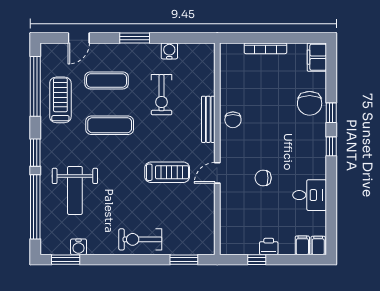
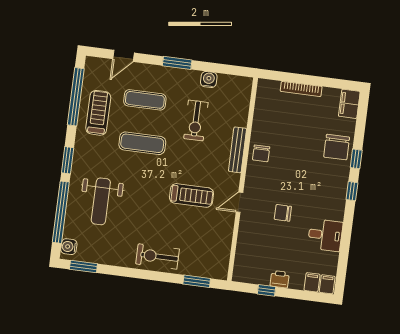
water cooler: (79, 247) -> (69, 247), moved, turned 90

